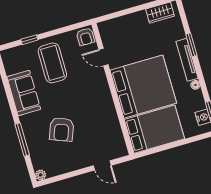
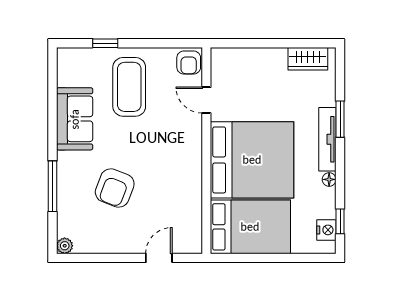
door: (102, 165) -> (159, 258), swing flipped

